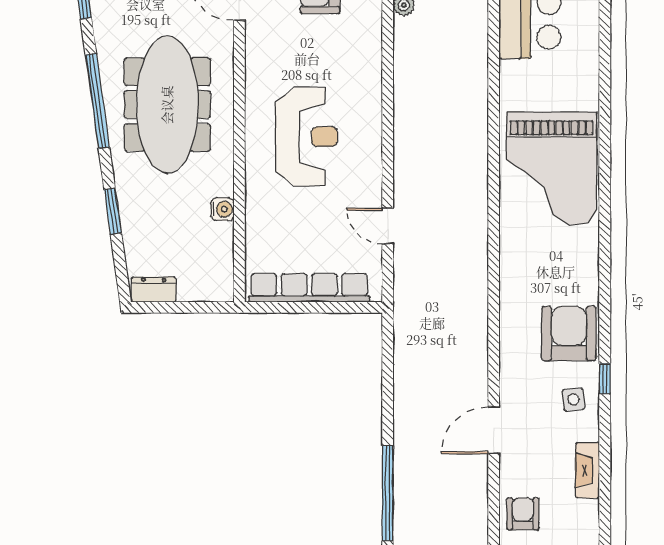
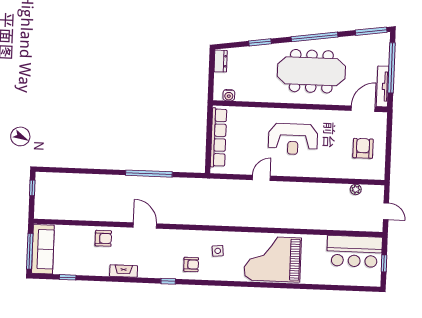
water cooler: (222, 209) -> (229, 95), moved
door: (388, 226) -> (261, 178), moved
armchair: (569, 334) -> (191, 264), width x0.53, depth x0.53
side table: (573, 399) -> (218, 251), moved
window: (388, 493) -> (149, 174), moved

